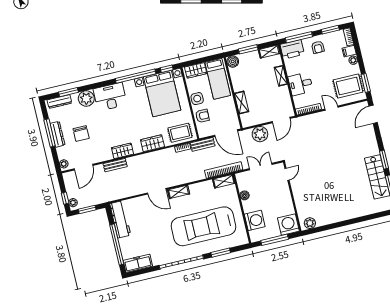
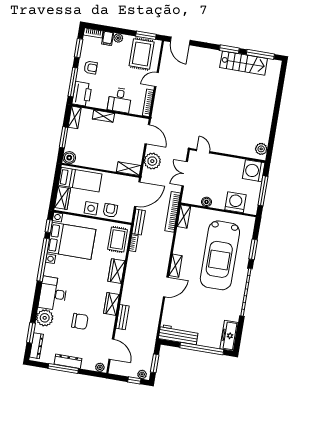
shelving: (241, 102) -> (129, 169), moved
chair: (81, 134) -> (80, 321), moved

